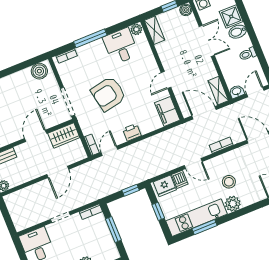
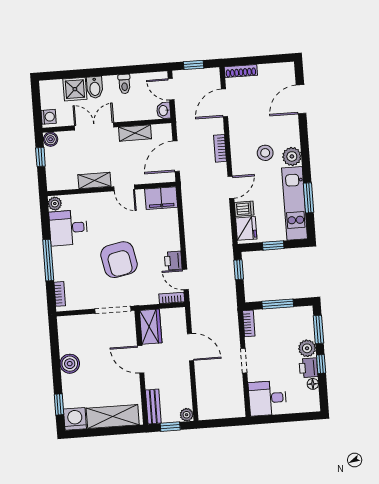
shelving: (154, 30) -> (94, 181), moved
boiler: (39, 71) -> (70, 364), moved
shelving: (218, 91) -> (135, 133), moved
printer: (132, 132) -> (173, 261), moved

